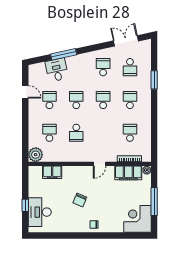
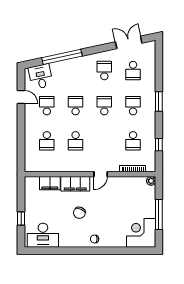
window: (64, 54) -> (62, 57), width x1.46
desk: (57, 70) -> (41, 77), moved
window: (154, 80) -> (159, 102), moved
school desk: (49, 133) -> (47, 141), turned 180
school desk: (130, 133) -> (133, 141), turned 180
window: (154, 136) -> (159, 145), added
plant: (36, 155) -> (32, 164), removed
filing cabinet: (128, 173) -> (75, 184), moved
desk: (40, 212) -> (43, 235), moved, turned -90

